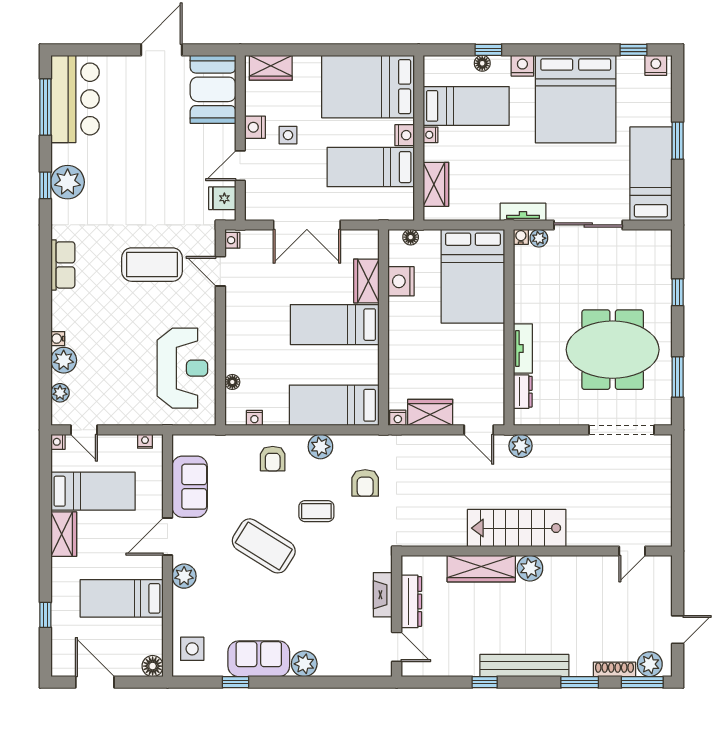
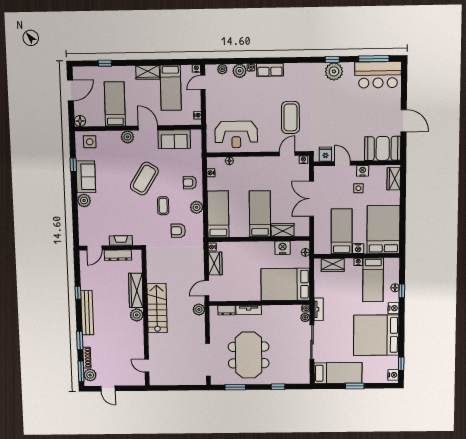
row of seats: (63, 265) -> (270, 70), moved

